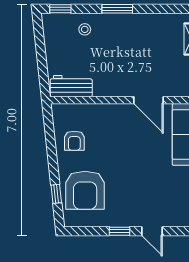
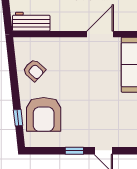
door: (149, 100) -> (100, 34), swing flipped
armchair: (74, 141) -> (34, 70), turned -48

